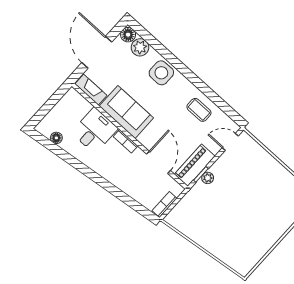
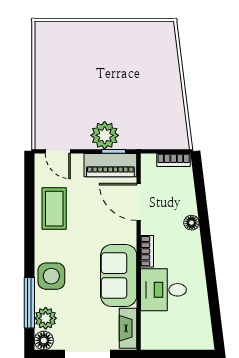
window: (158, 46) -> (29, 303), added
coffee table: (199, 110) -> (54, 209), width x1.36, depth x1.30
floor lamp: (56, 138) -> (191, 223), moved
door: (159, 162) -> (139, 202), hinge flipped
plant: (208, 178) -> (105, 135), width x1.88, depth x1.88

